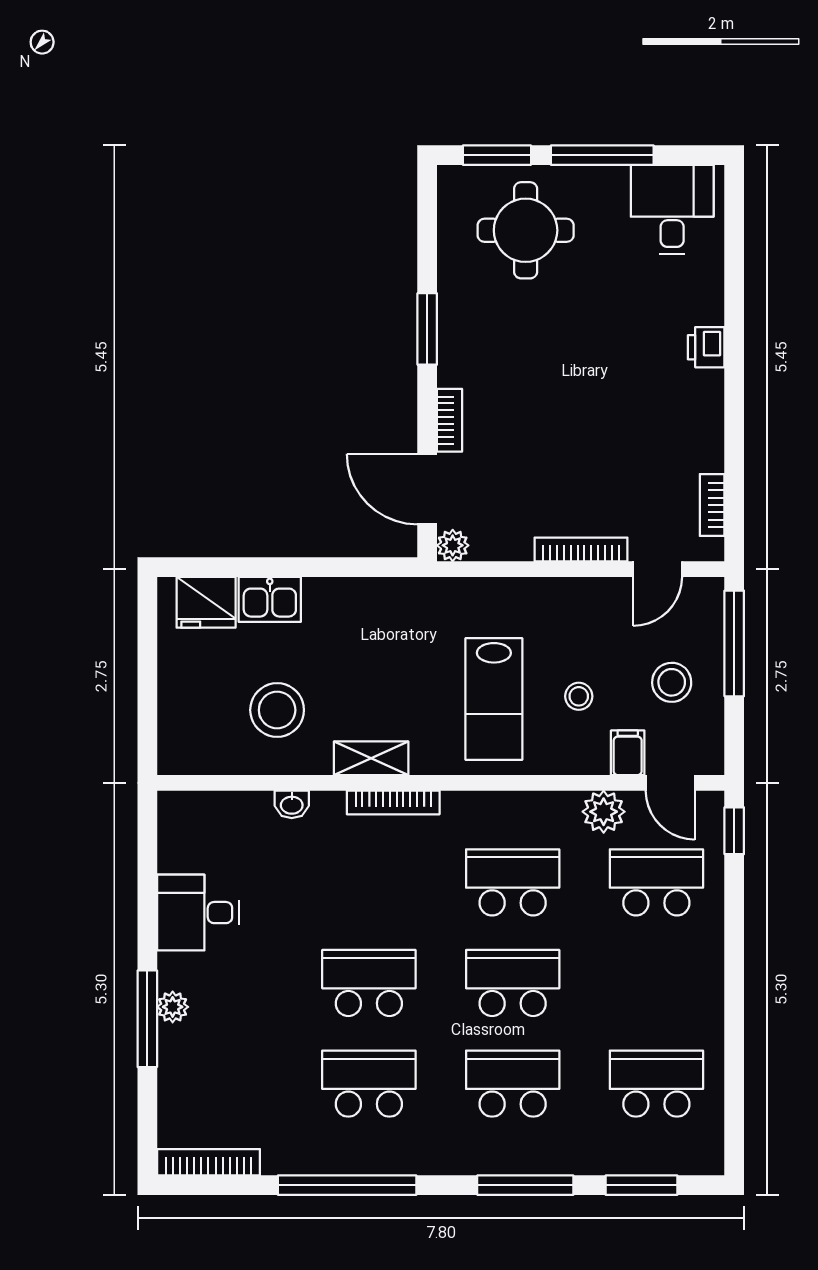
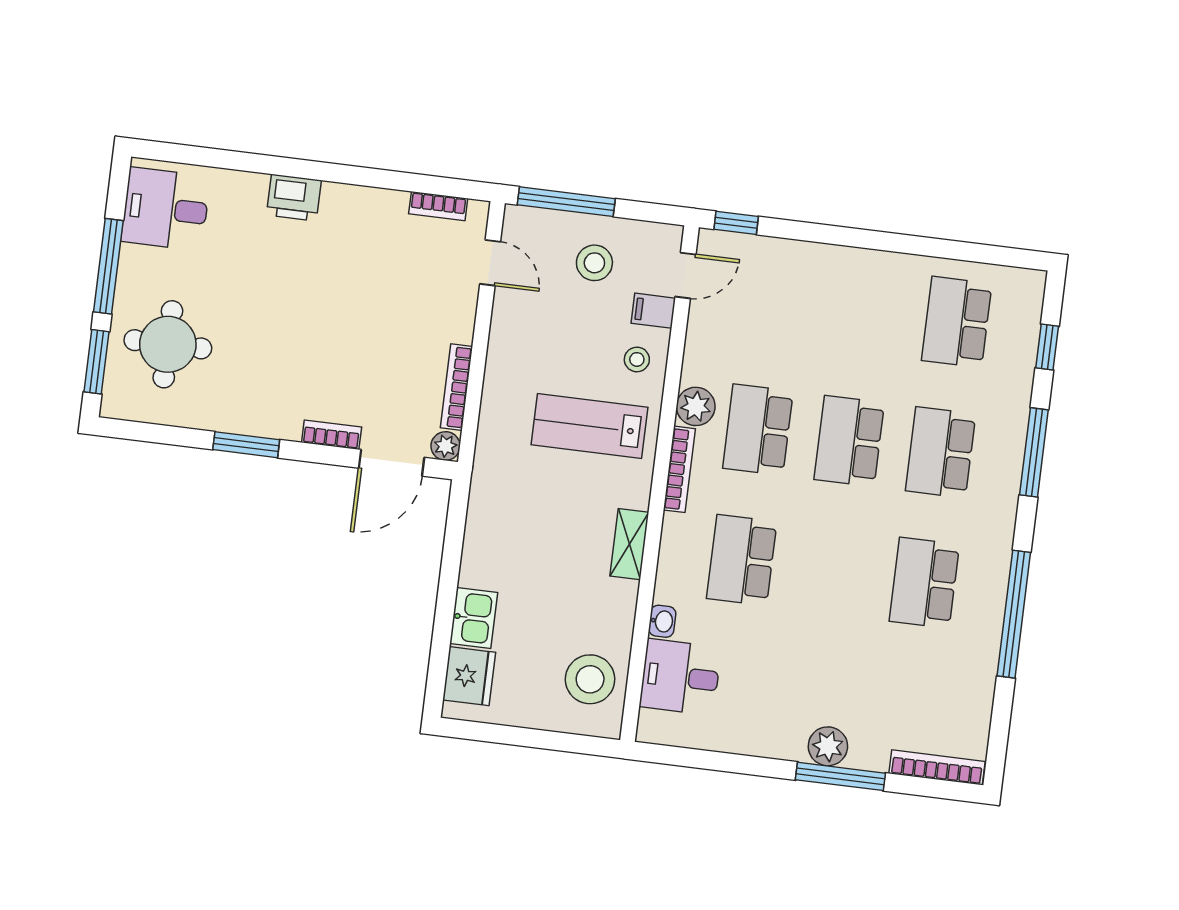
printer: (706, 347) -> (294, 198), width x1.36, depth x1.24
bookcase: (581, 549) -> (457, 387), moved
stool: (579, 696) -> (637, 359), moved
lab bench: (494, 699) -> (589, 426), turned 180
stool: (277, 710) -> (590, 679), moved
bookcase: (393, 802) -> (679, 469), moved
plant: (604, 812) -> (696, 406), moved
school desk: (656, 882) -> (774, 299), removed
desk: (198, 913) -> (680, 677), moved, turned 90
school desk: (369, 983) -> (742, 560), moved
plant: (173, 1007) -> (828, 746), width x1.38, depth x1.38
bookcase: (208, 1162) -> (937, 767), moved, turned 90
window: (642, 1185) -> (1047, 347), width x0.67

